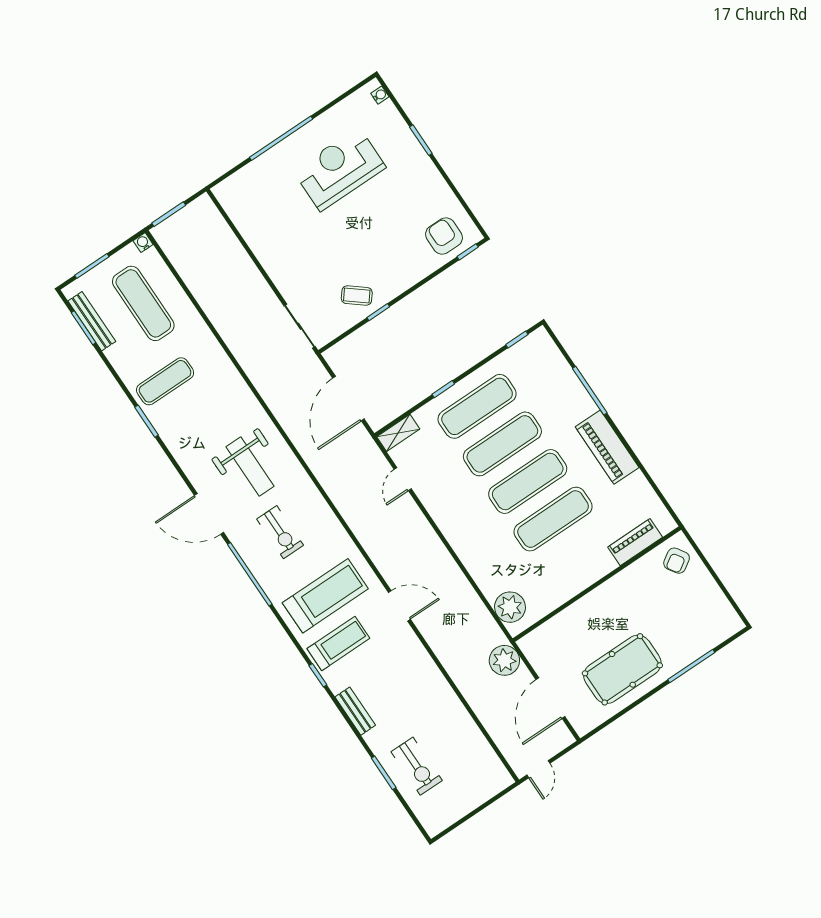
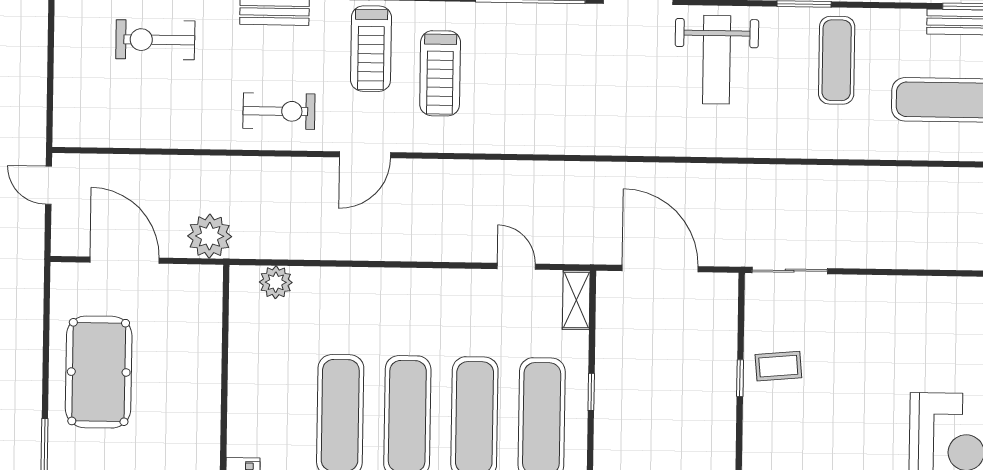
coffee table: (357, 296) -> (778, 366), turned 46
weight bench: (250, 467) -> (717, 60), moved, turned -90
exercise bike: (280, 532) -> (279, 111), moved, turned 180
treadmill: (325, 596) -> (440, 73), width x0.73, depth x0.73
plant: (510, 607) -> (276, 282), width x0.73, depth x0.73

